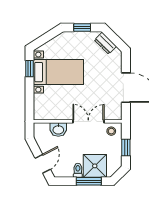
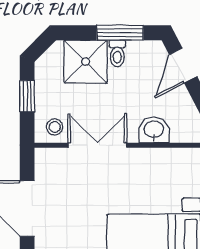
double door: (88, 121) -> (97, 145), swing flipped
window: (89, 181) -> (120, 33), moved

